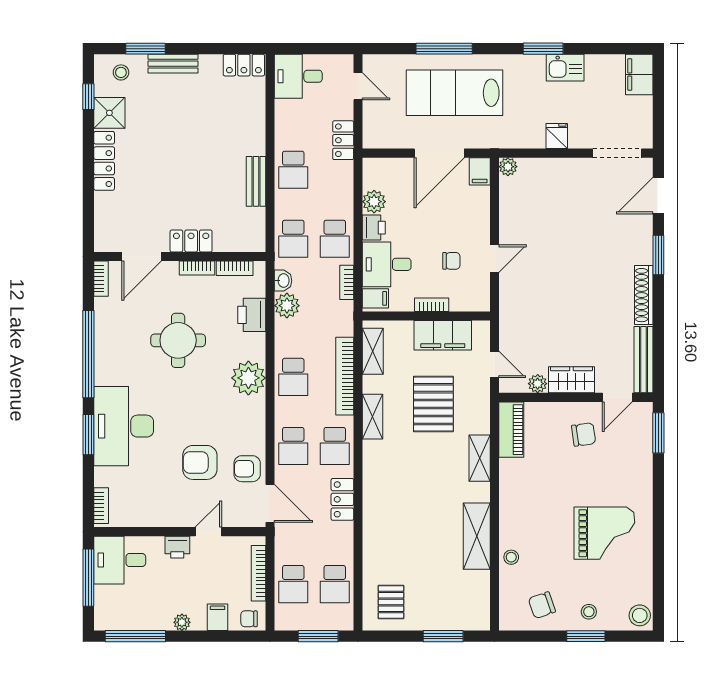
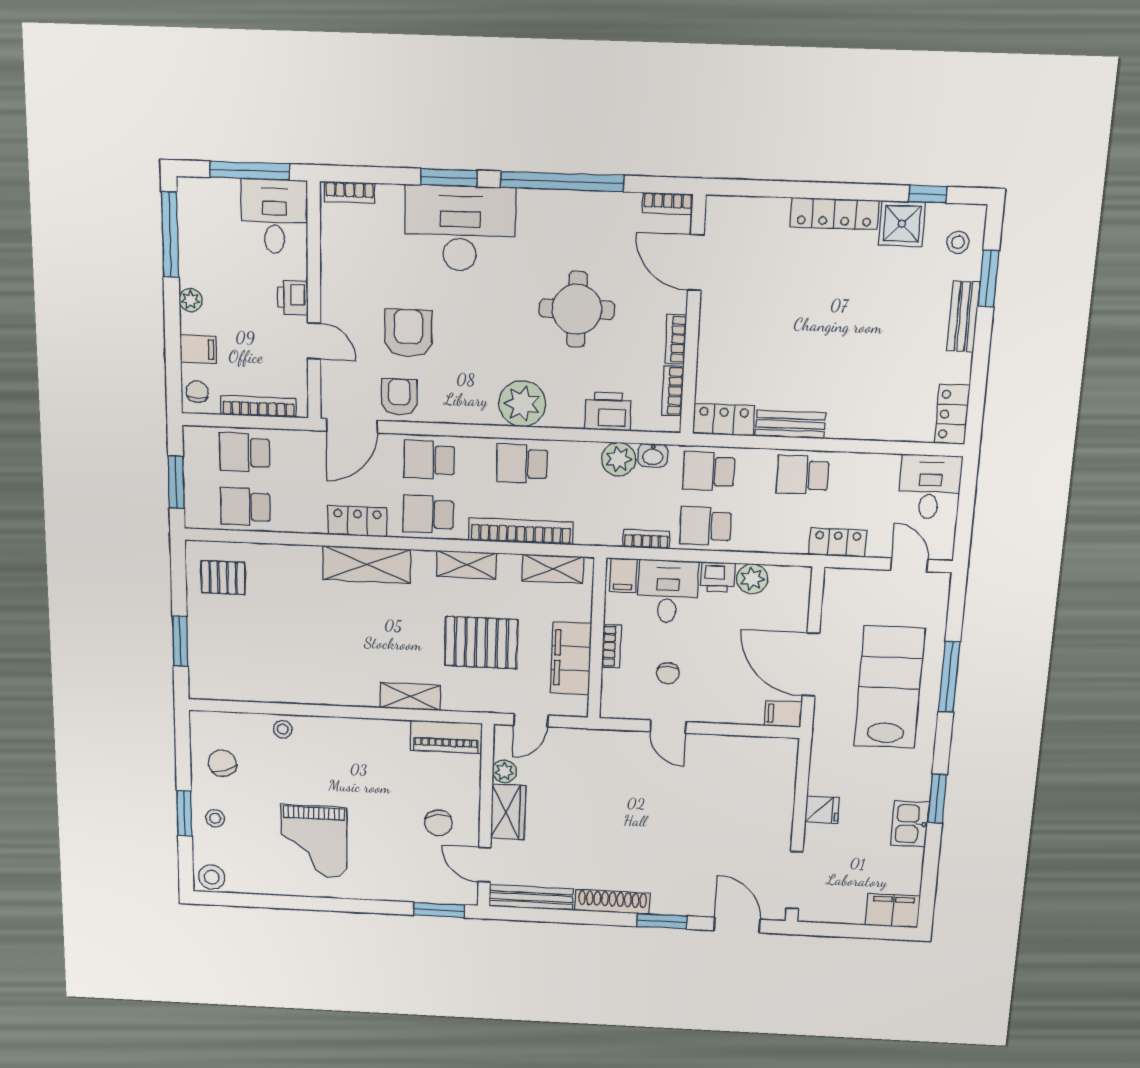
door: (358, 86) -> (909, 565), swing flipped
plant: (508, 167) -> (787, 749), removed
locker: (191, 241) -> (724, 420), moved, turned -90
shelving: (477, 536) -> (367, 564), moved

